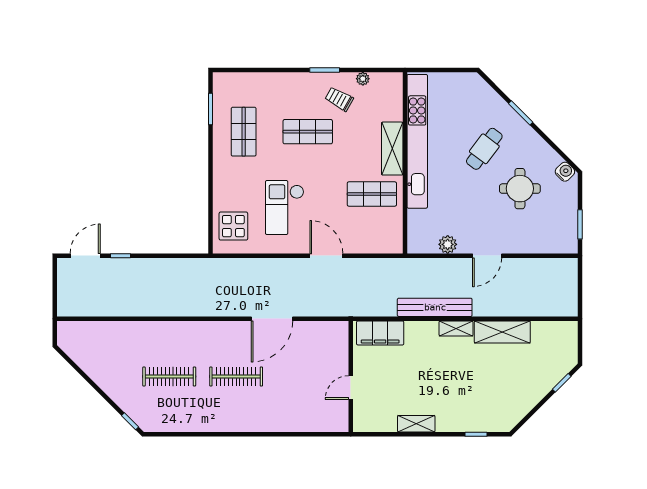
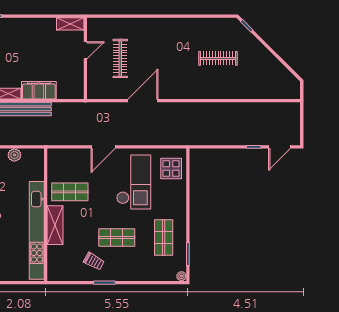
plant: (363, 79) -> (181, 276), moved
checkout: (285, 208) -> (134, 182), width x1.36, depth x1.21
door: (326, 256) -> (103, 147), hinge flipped
filing cabinet: (380, 333) -> (39, 90), moved
clothes rail: (236, 376) -> (120, 58), moved, turned 90
shelving: (416, 424) -> (70, 24), moved

